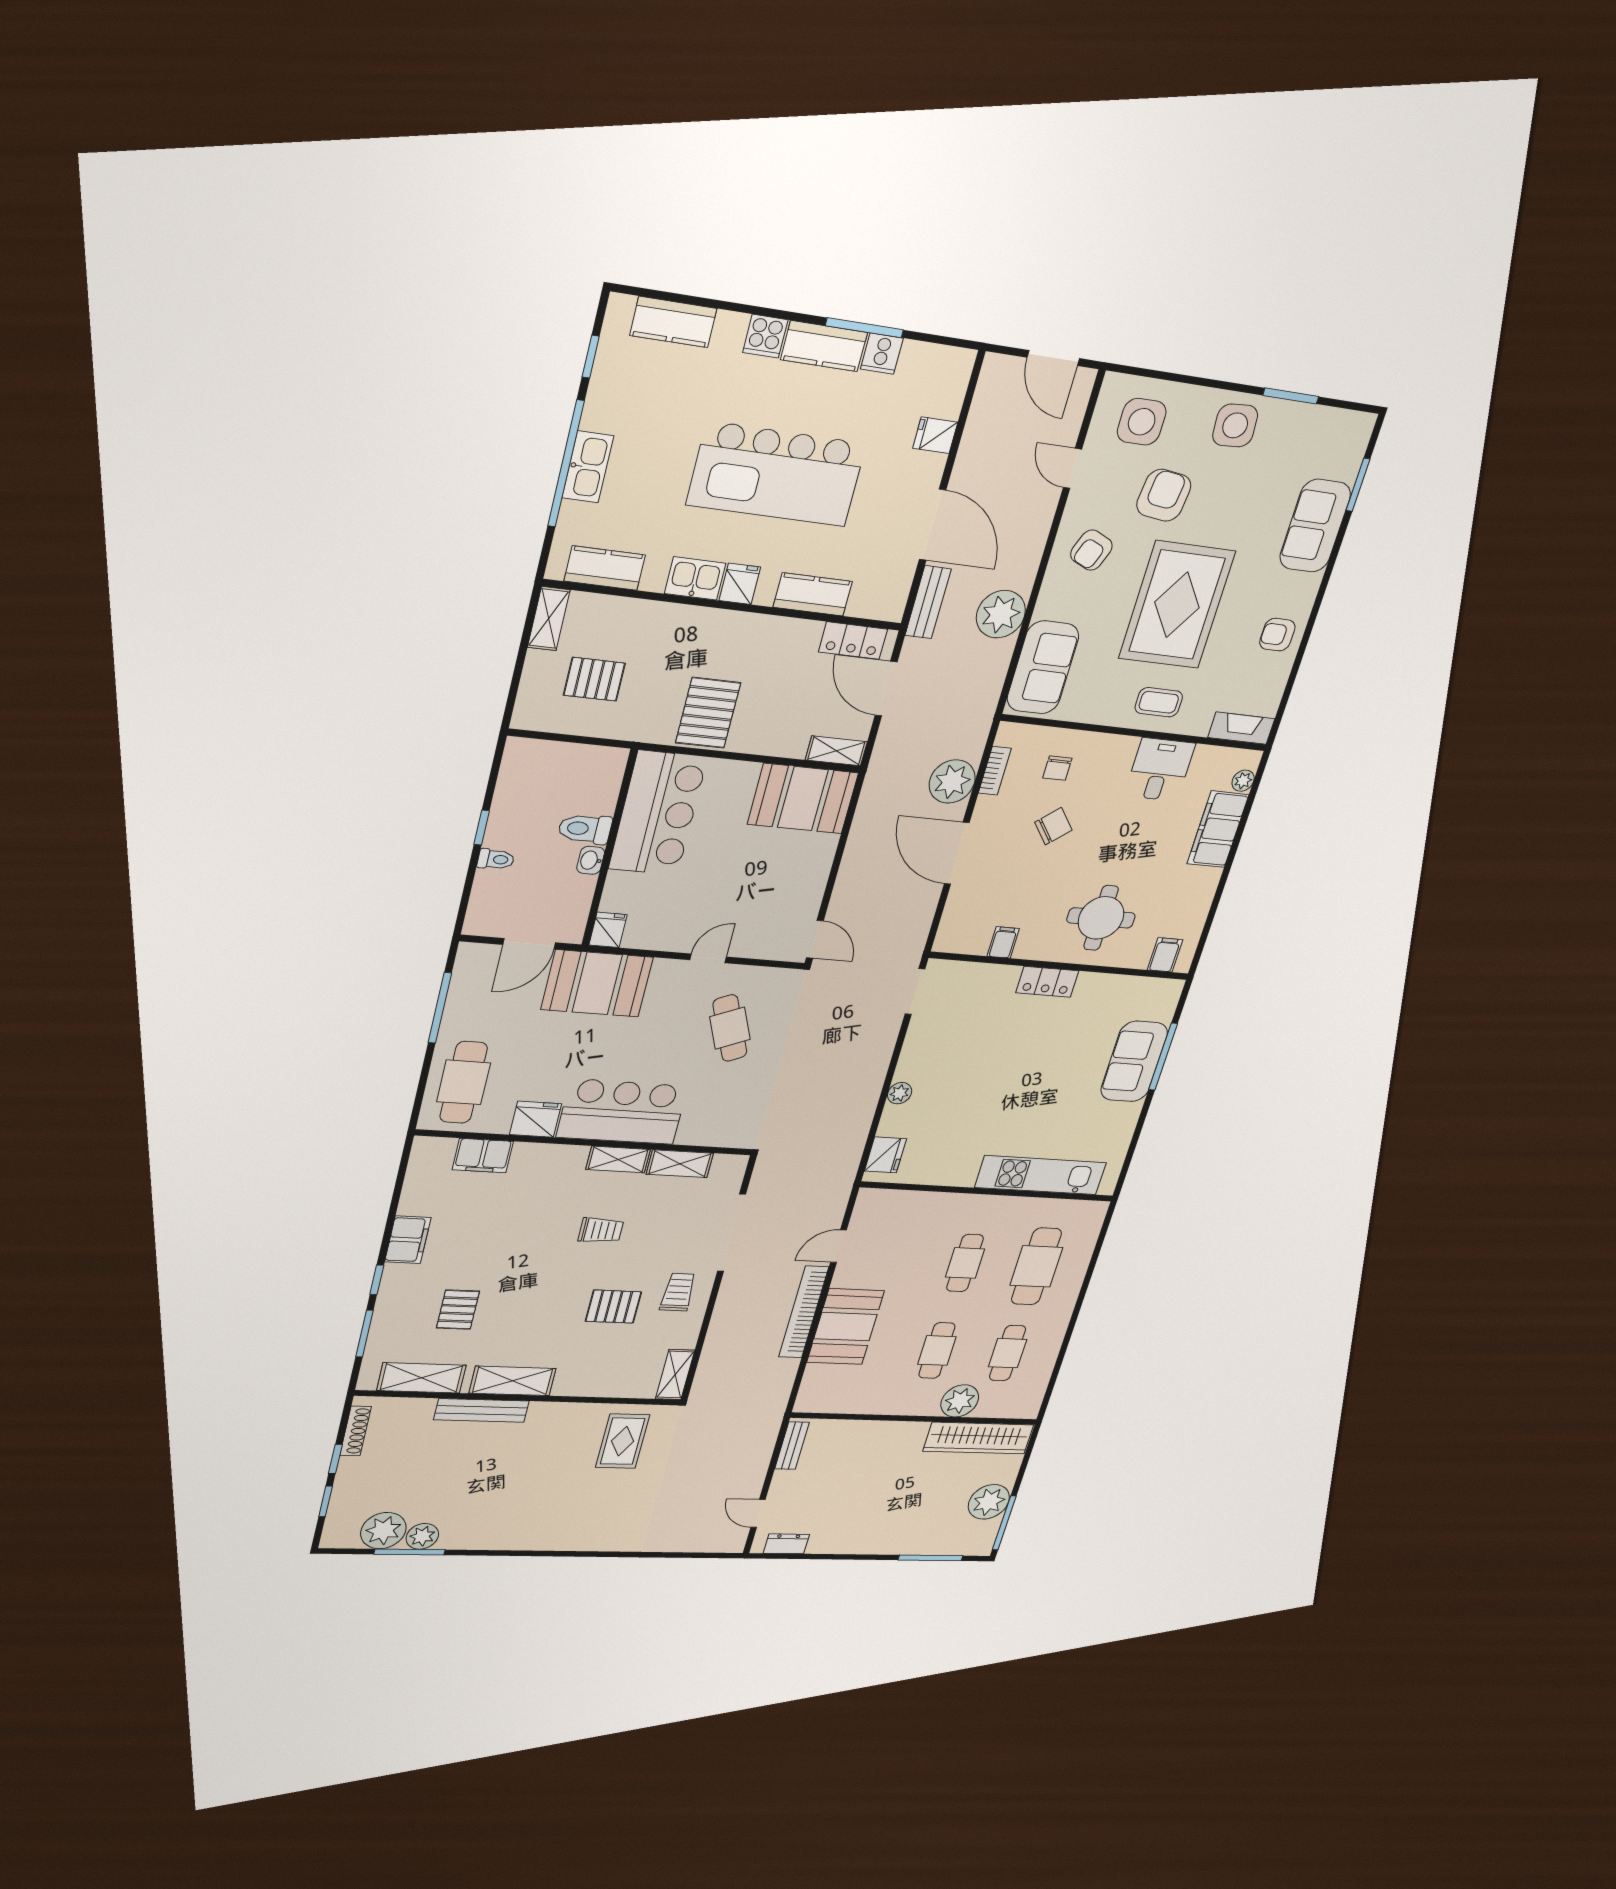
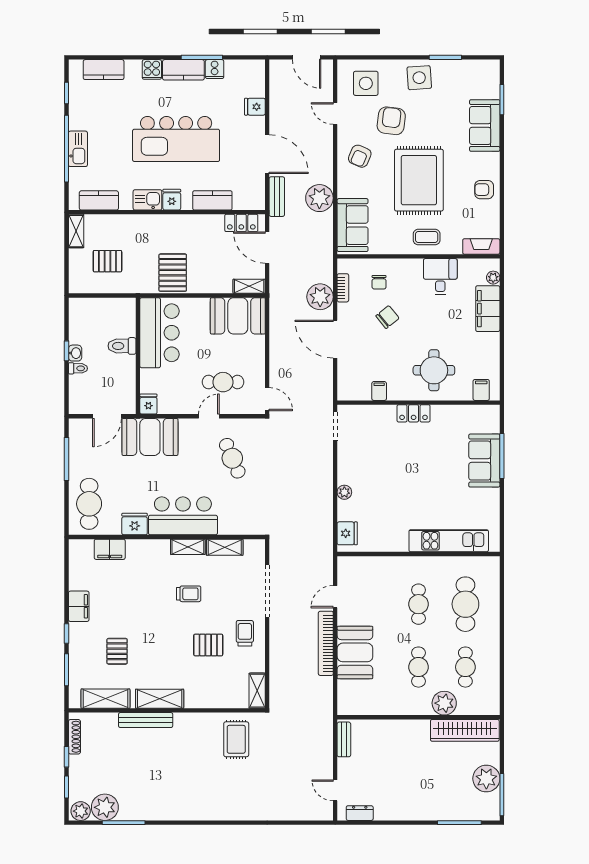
washbasin: (591, 860) -> (75, 353), moved, turned 180
cafe table: (747, 905) -> (223, 382), added
plant: (422, 1536) -> (81, 811), moved

